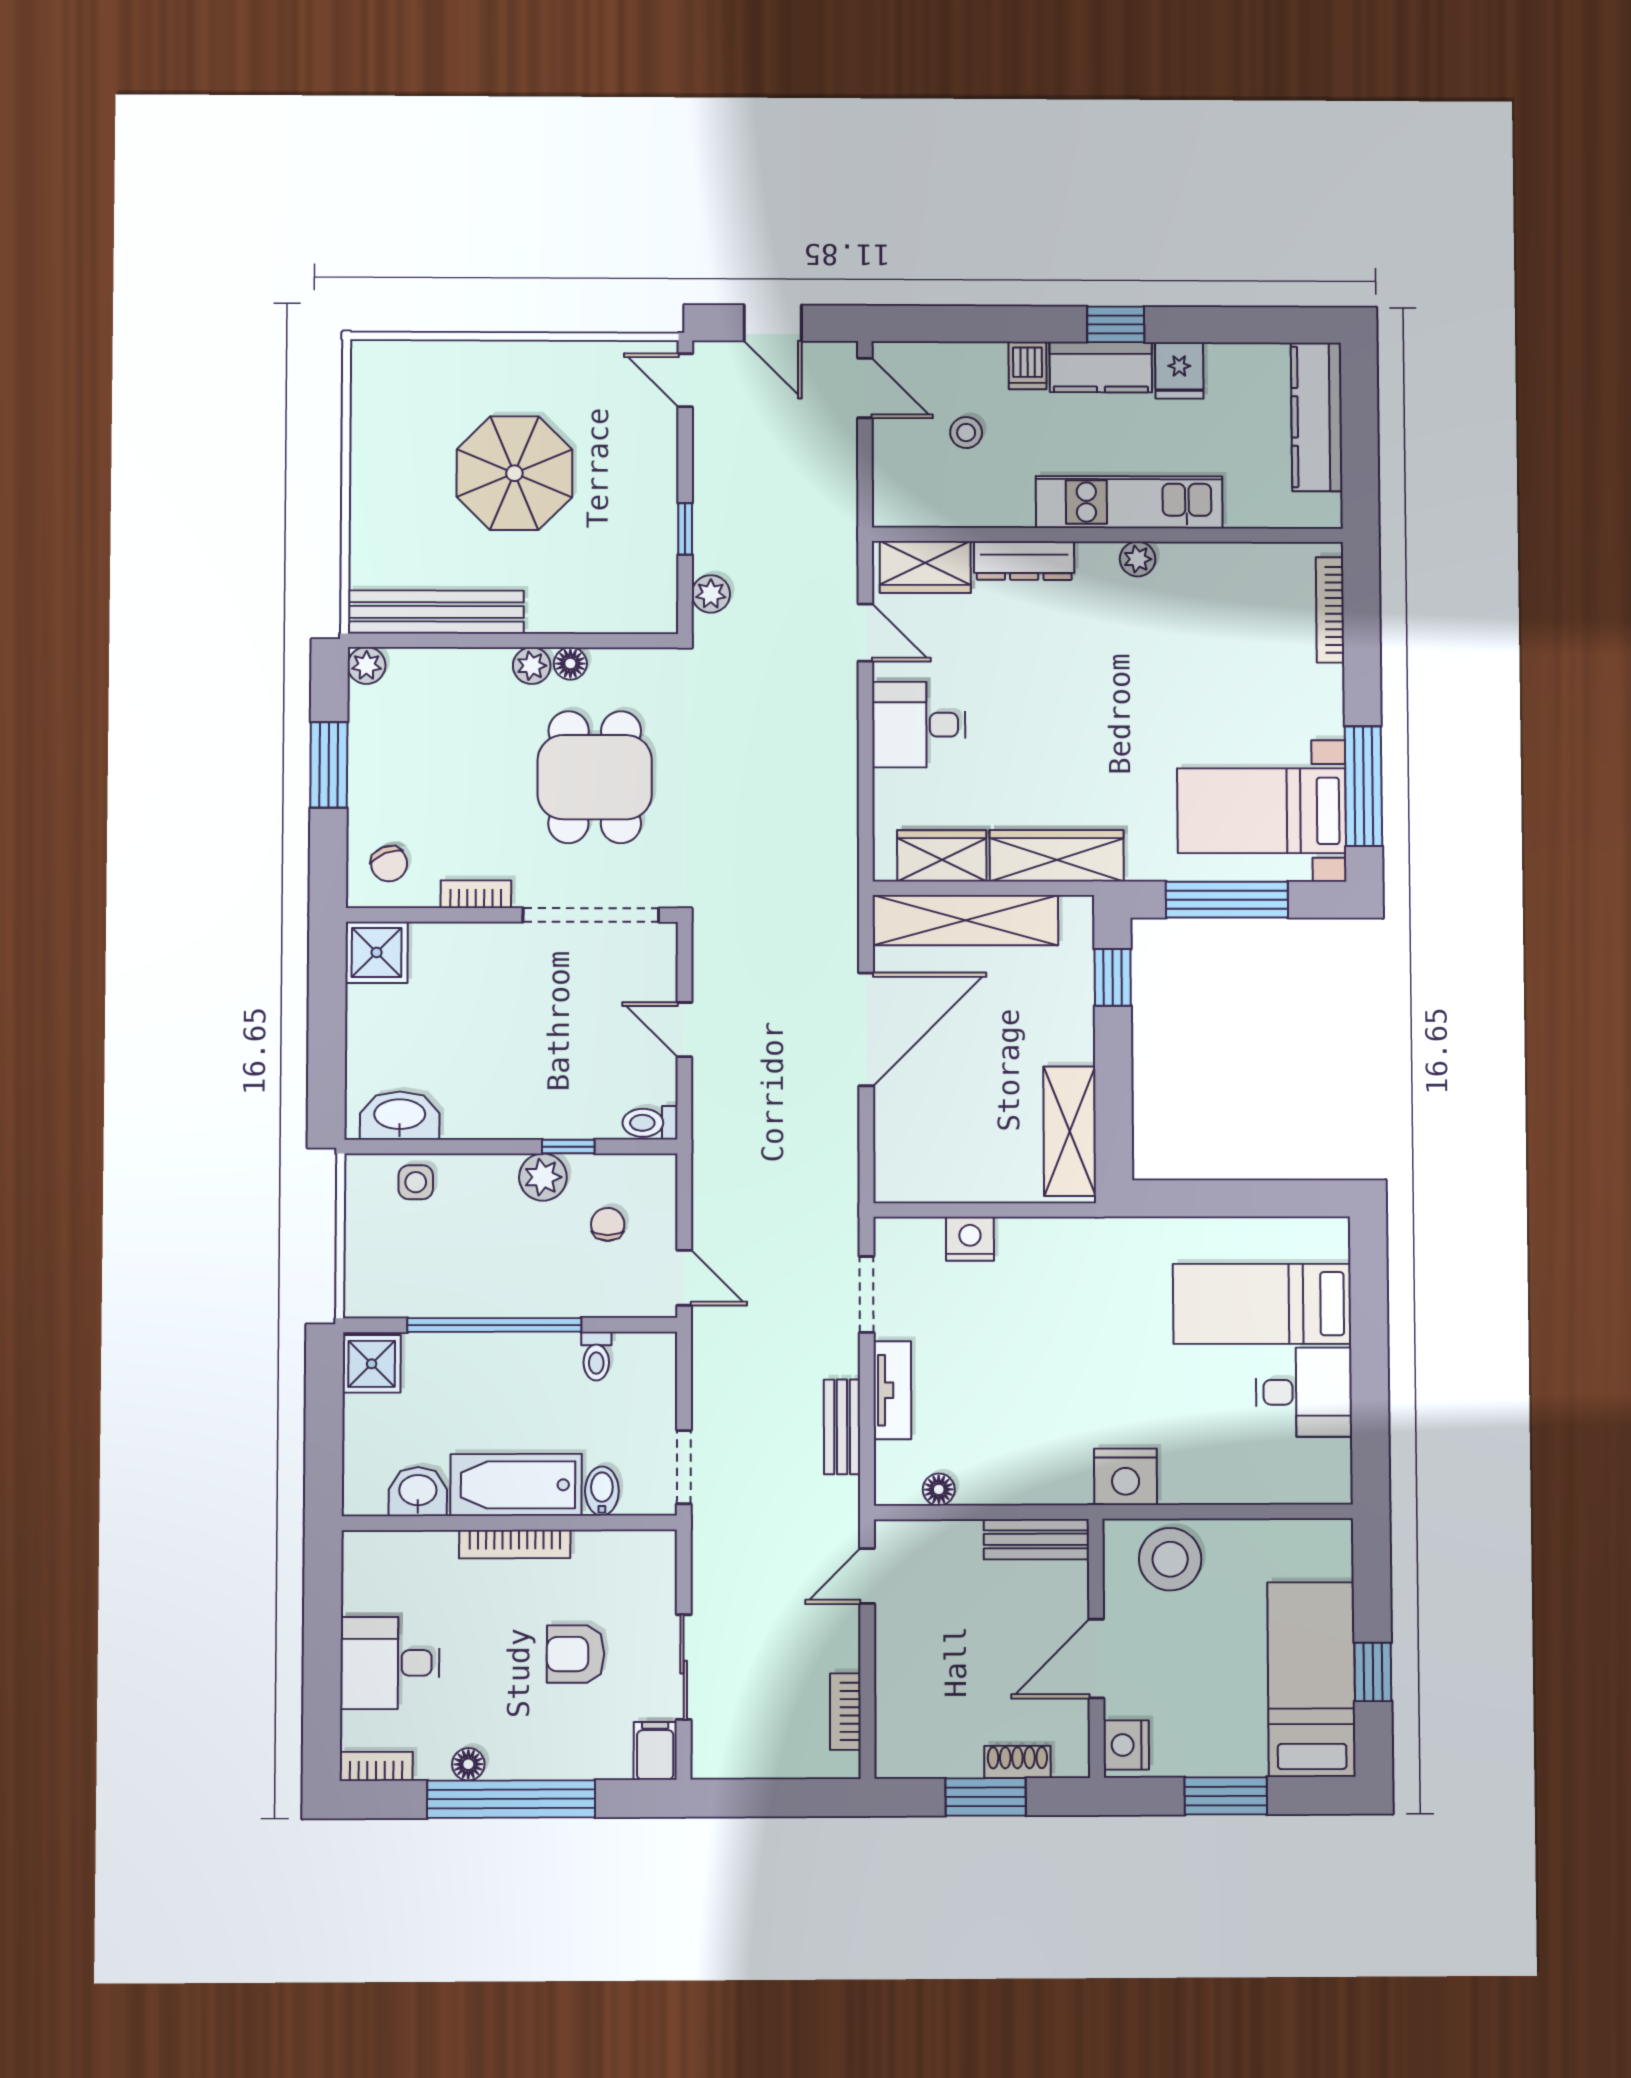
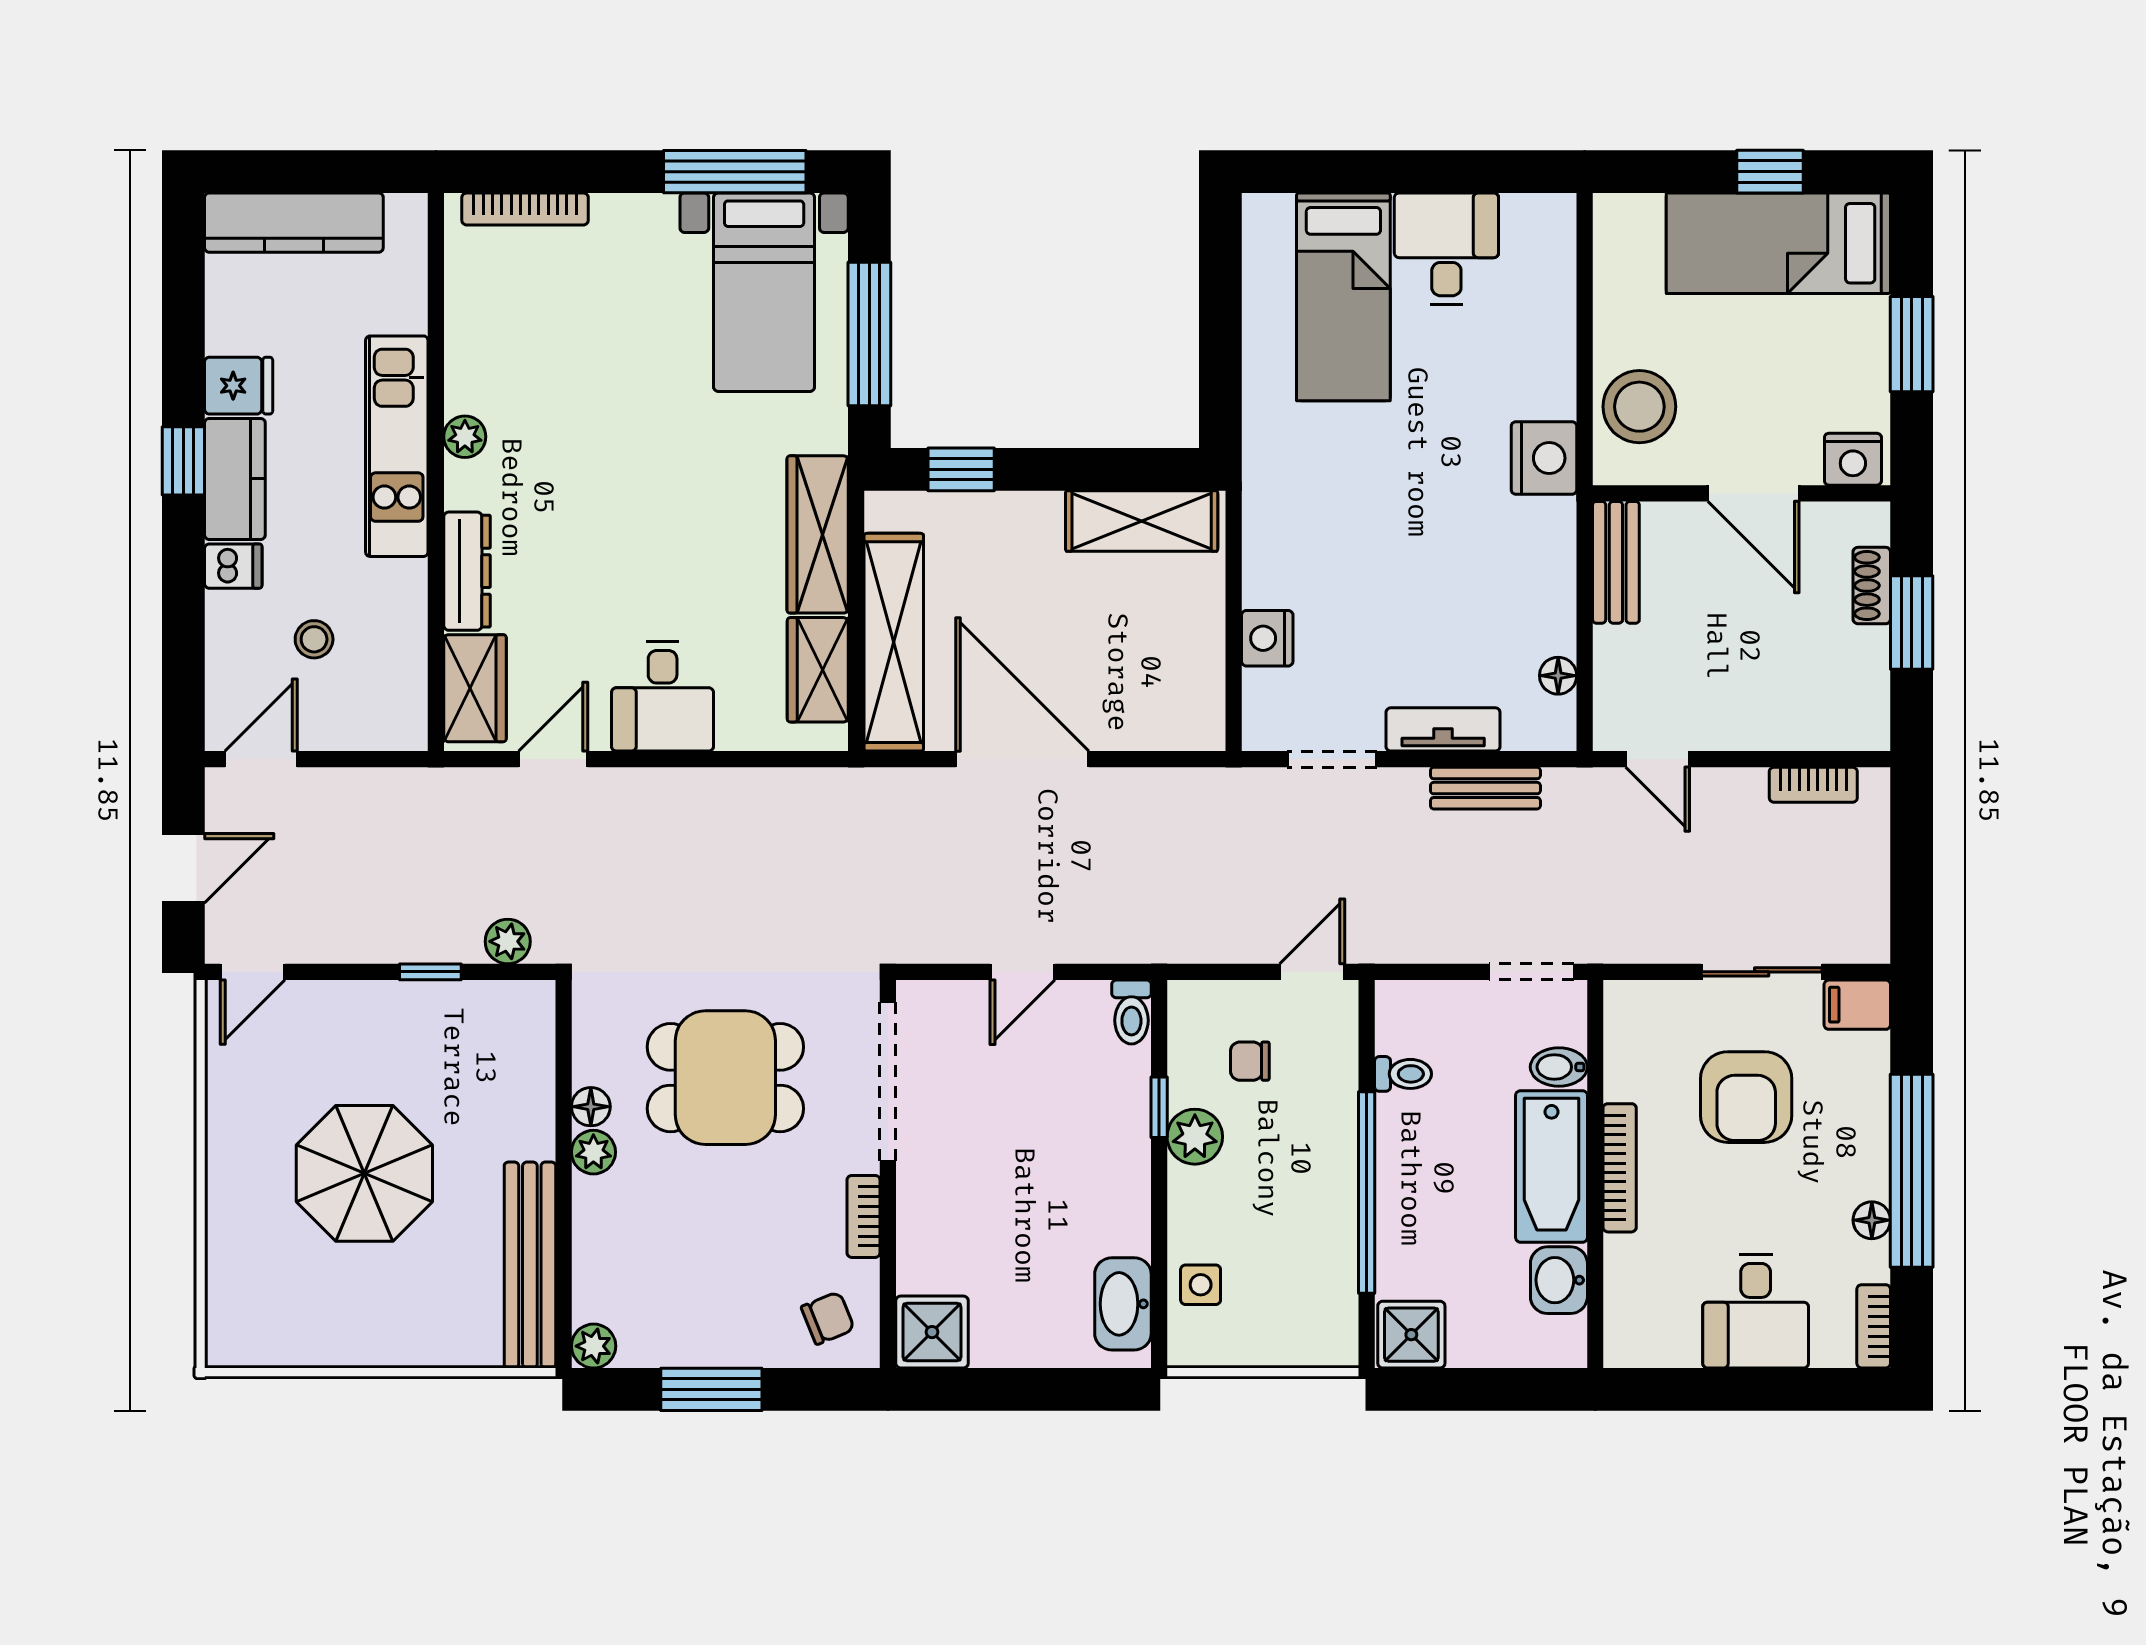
armchair: (575, 1654) -> (1746, 1097), width x1.38, depth x1.38

